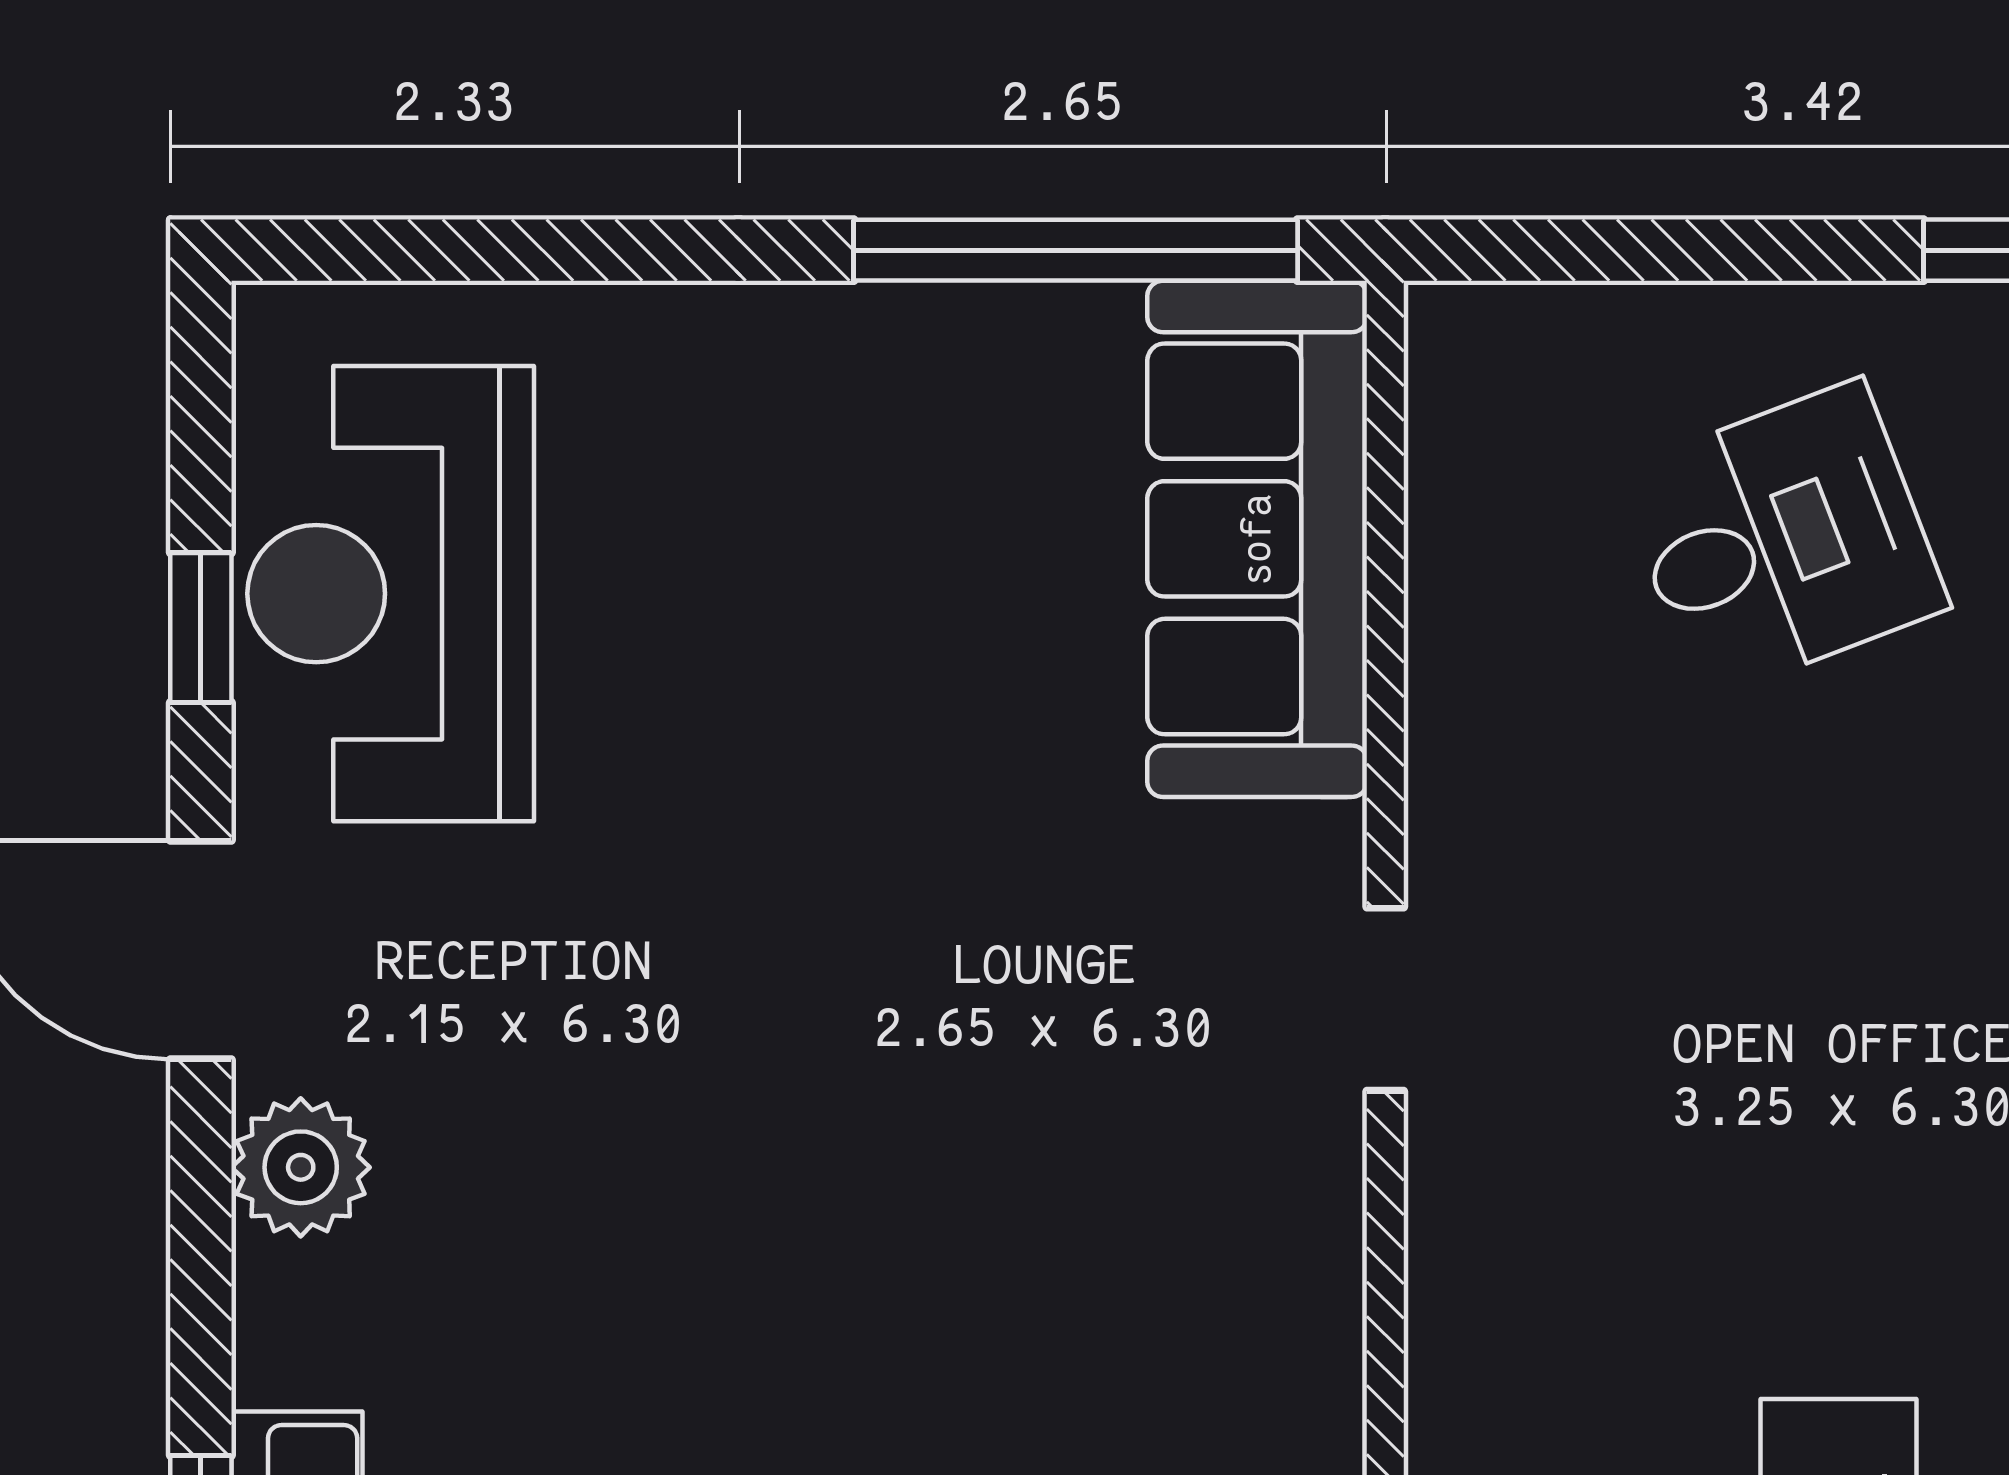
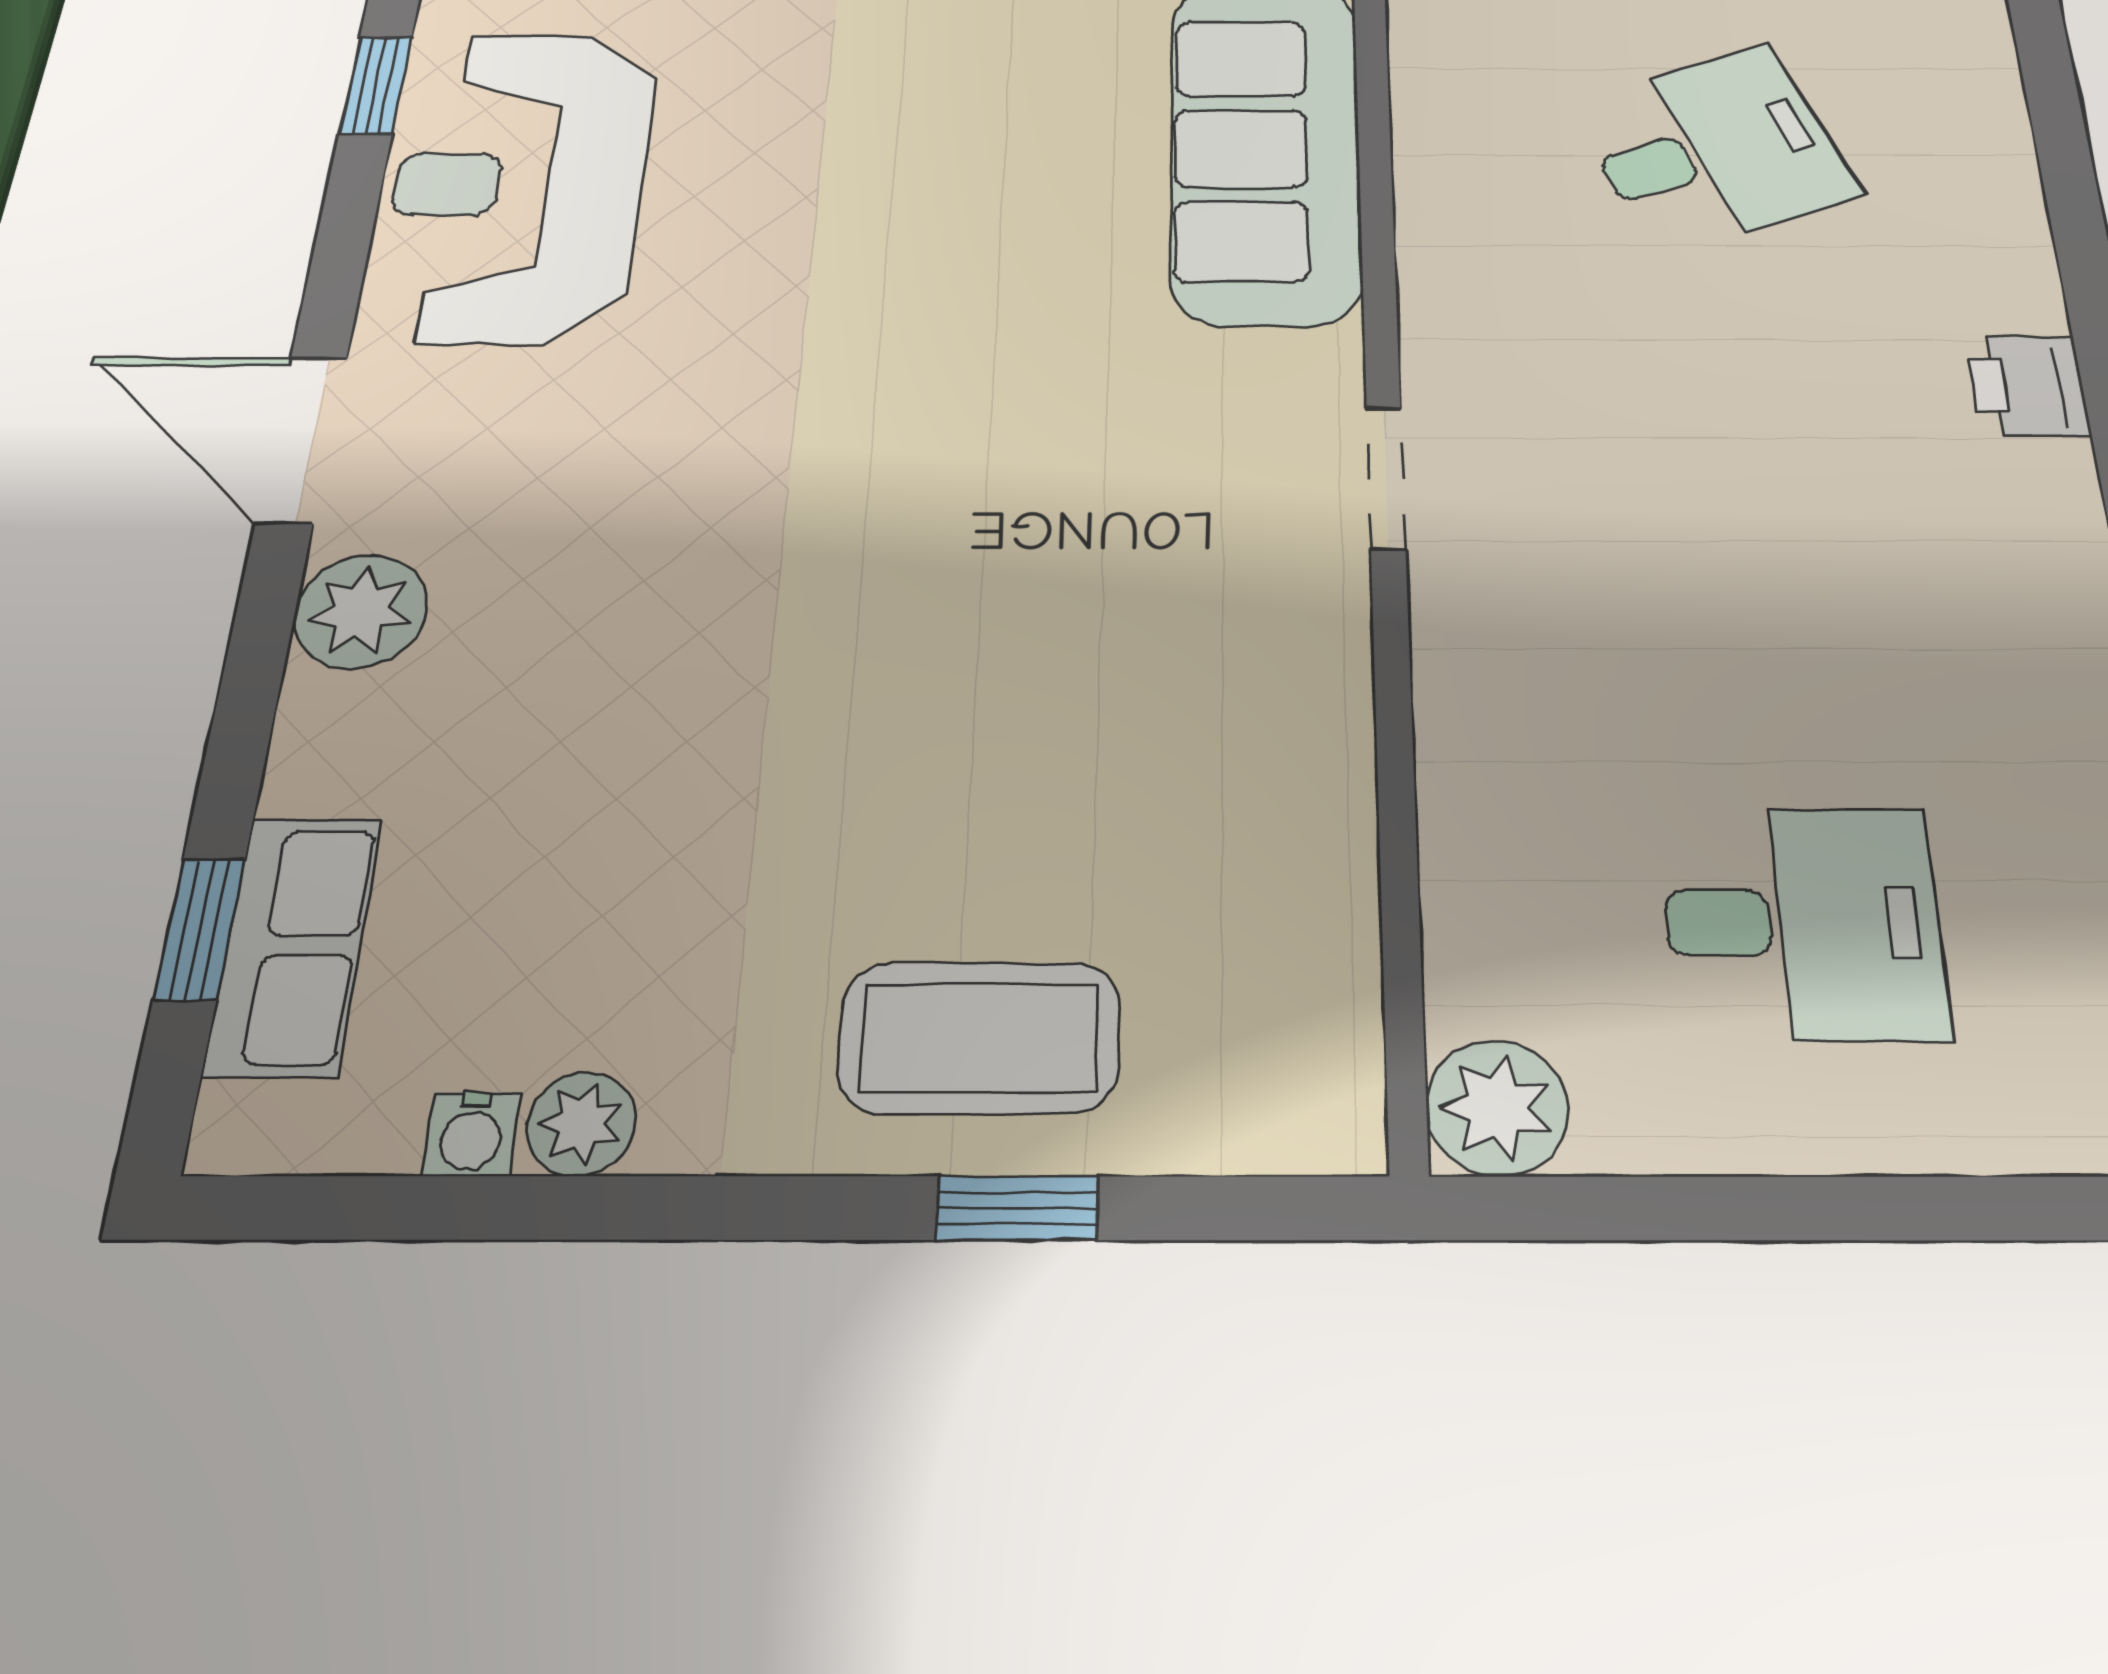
window: (201, 628) -> (376, 85), moved

